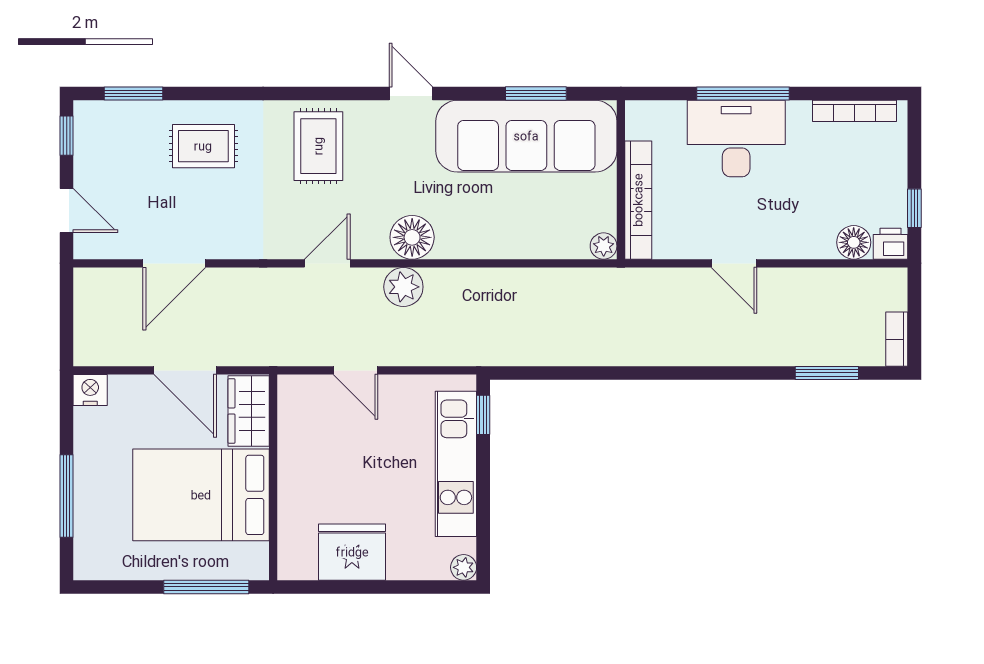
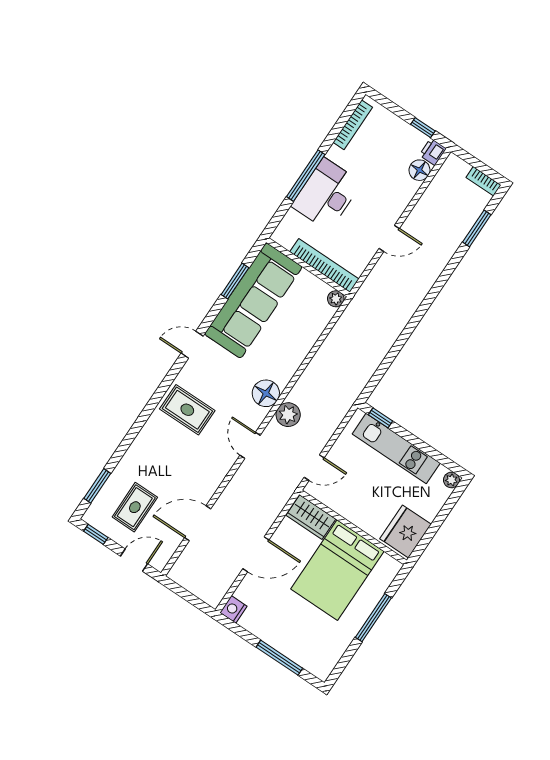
rug: (203, 146) -> (135, 507), moved
door: (174, 263) -> (198, 523), swing flipped
wardrobe: (249, 411) -> (311, 517), moved
wall: (273, 477) -> (353, 527), moved
bed: (201, 495) -> (337, 570), moved

